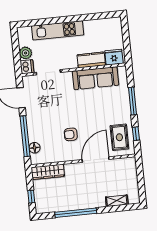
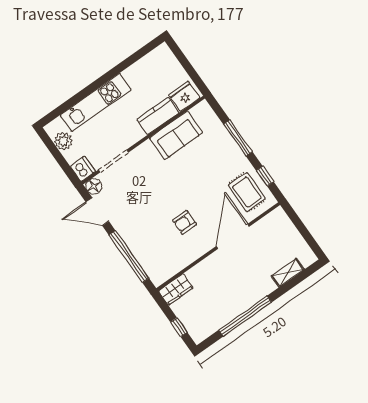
plant: (26, 53) -> (63, 141), moved
sofa: (96, 78) -> (176, 135), width x0.73
floor lamp: (35, 148) -> (94, 186), moved
wardrobe: (48, 172) -> (176, 289), width x0.67

